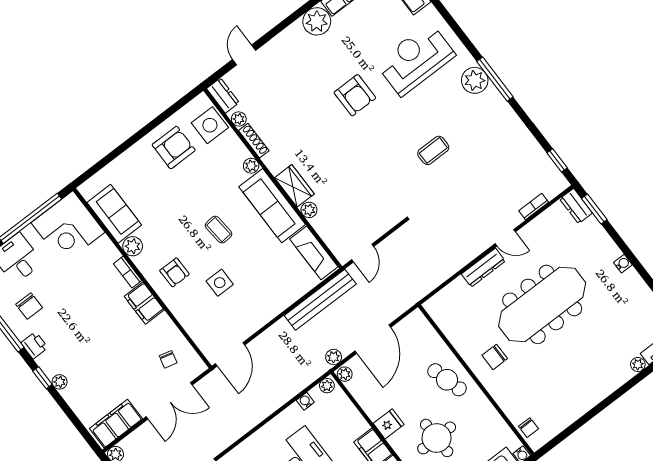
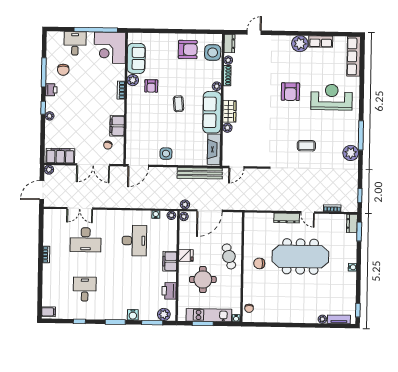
plant: (475, 80) -> (351, 153), moved
armchair: (174, 272) -> (151, 86), moved
side table: (220, 283) -> (166, 154), moved
filing cabinet: (144, 303) -> (117, 126), moved

